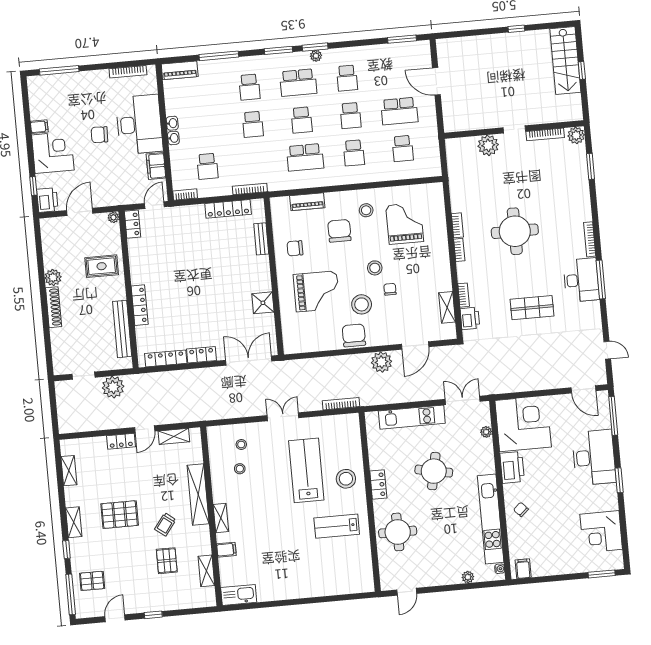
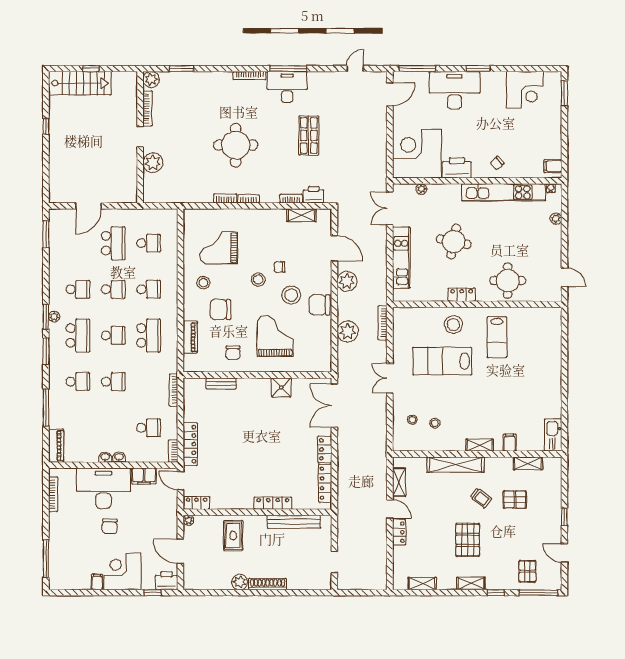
locker: (228, 209) -> (190, 444), moved
plant: (113, 387) -> (348, 331), moved

